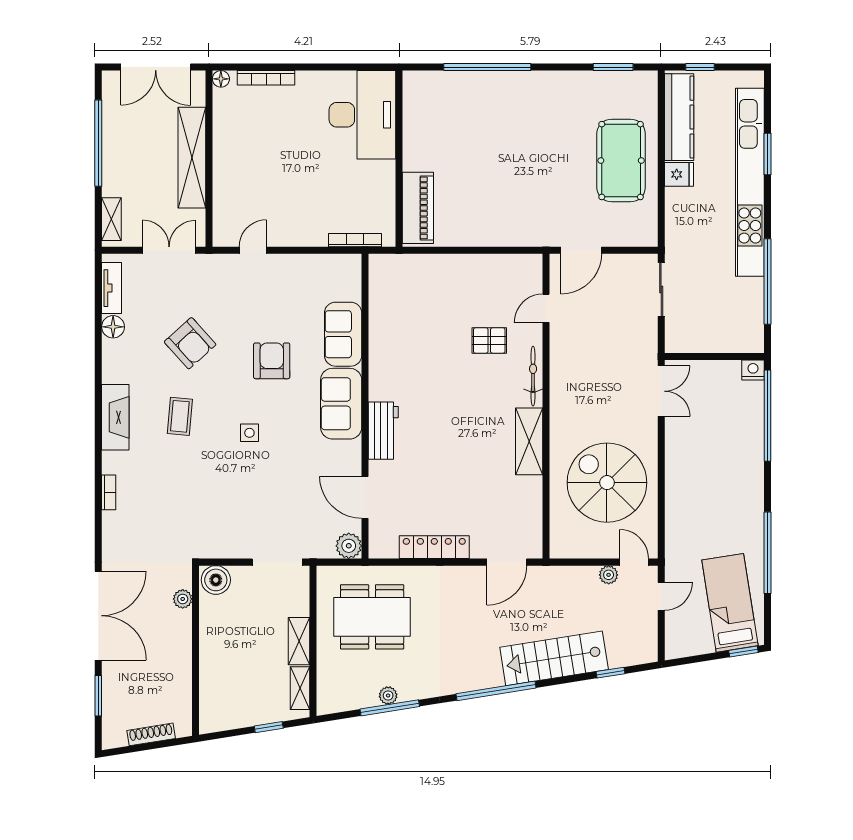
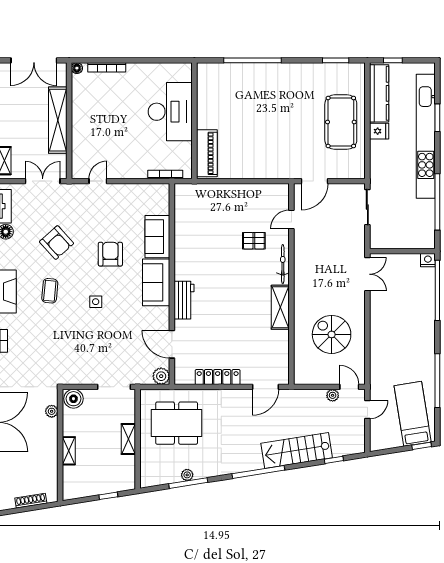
desk: (362, 115) -> (170, 112), moved
spiral stairs: (607, 483) -> (332, 334), width x0.73, depth x0.73
shelving: (300, 688) -> (69, 451), moved

